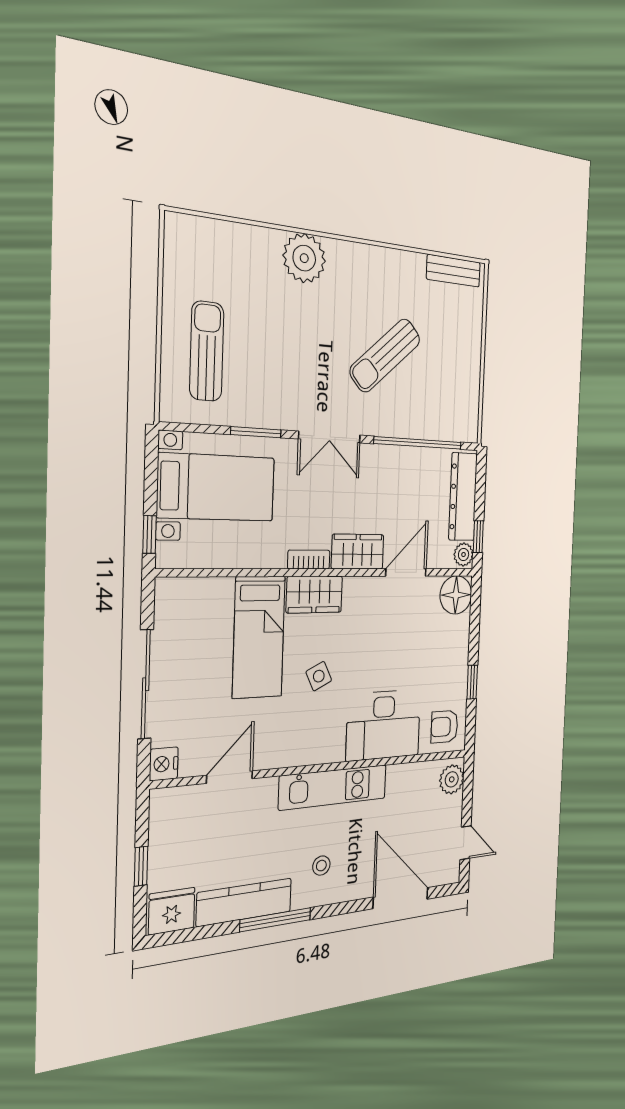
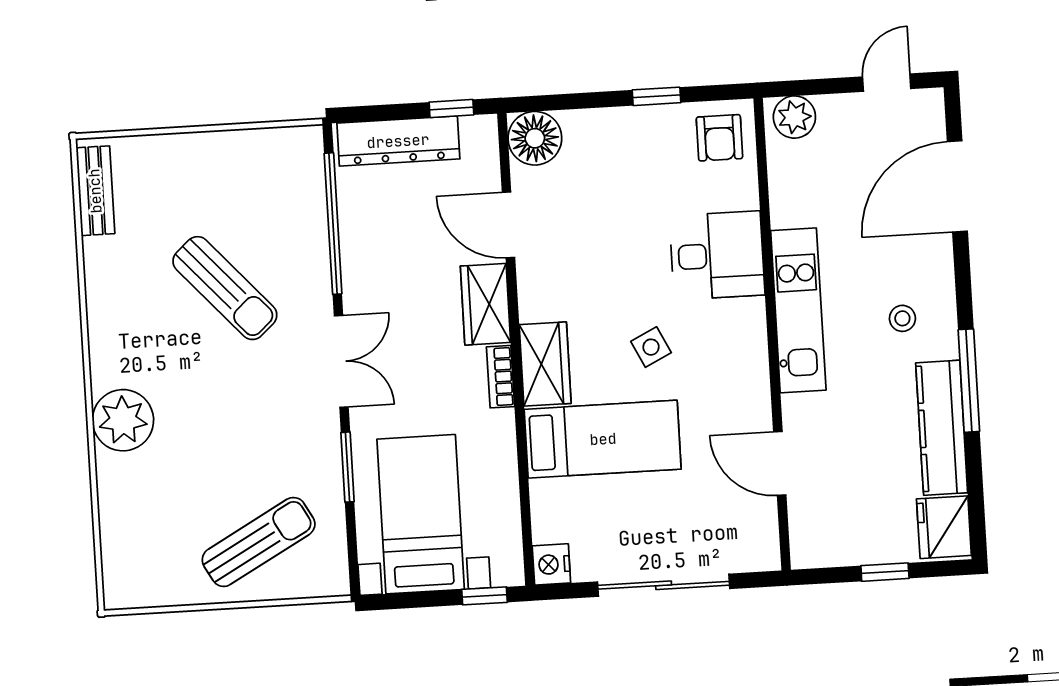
sun lounger: (207, 351) -> (259, 542), turned 151
plant: (464, 555) -> (478, 131), removed
desk: (384, 725) -> (717, 255), width x0.73
nightstand: (164, 764) -> (551, 564), moved, turned 90

